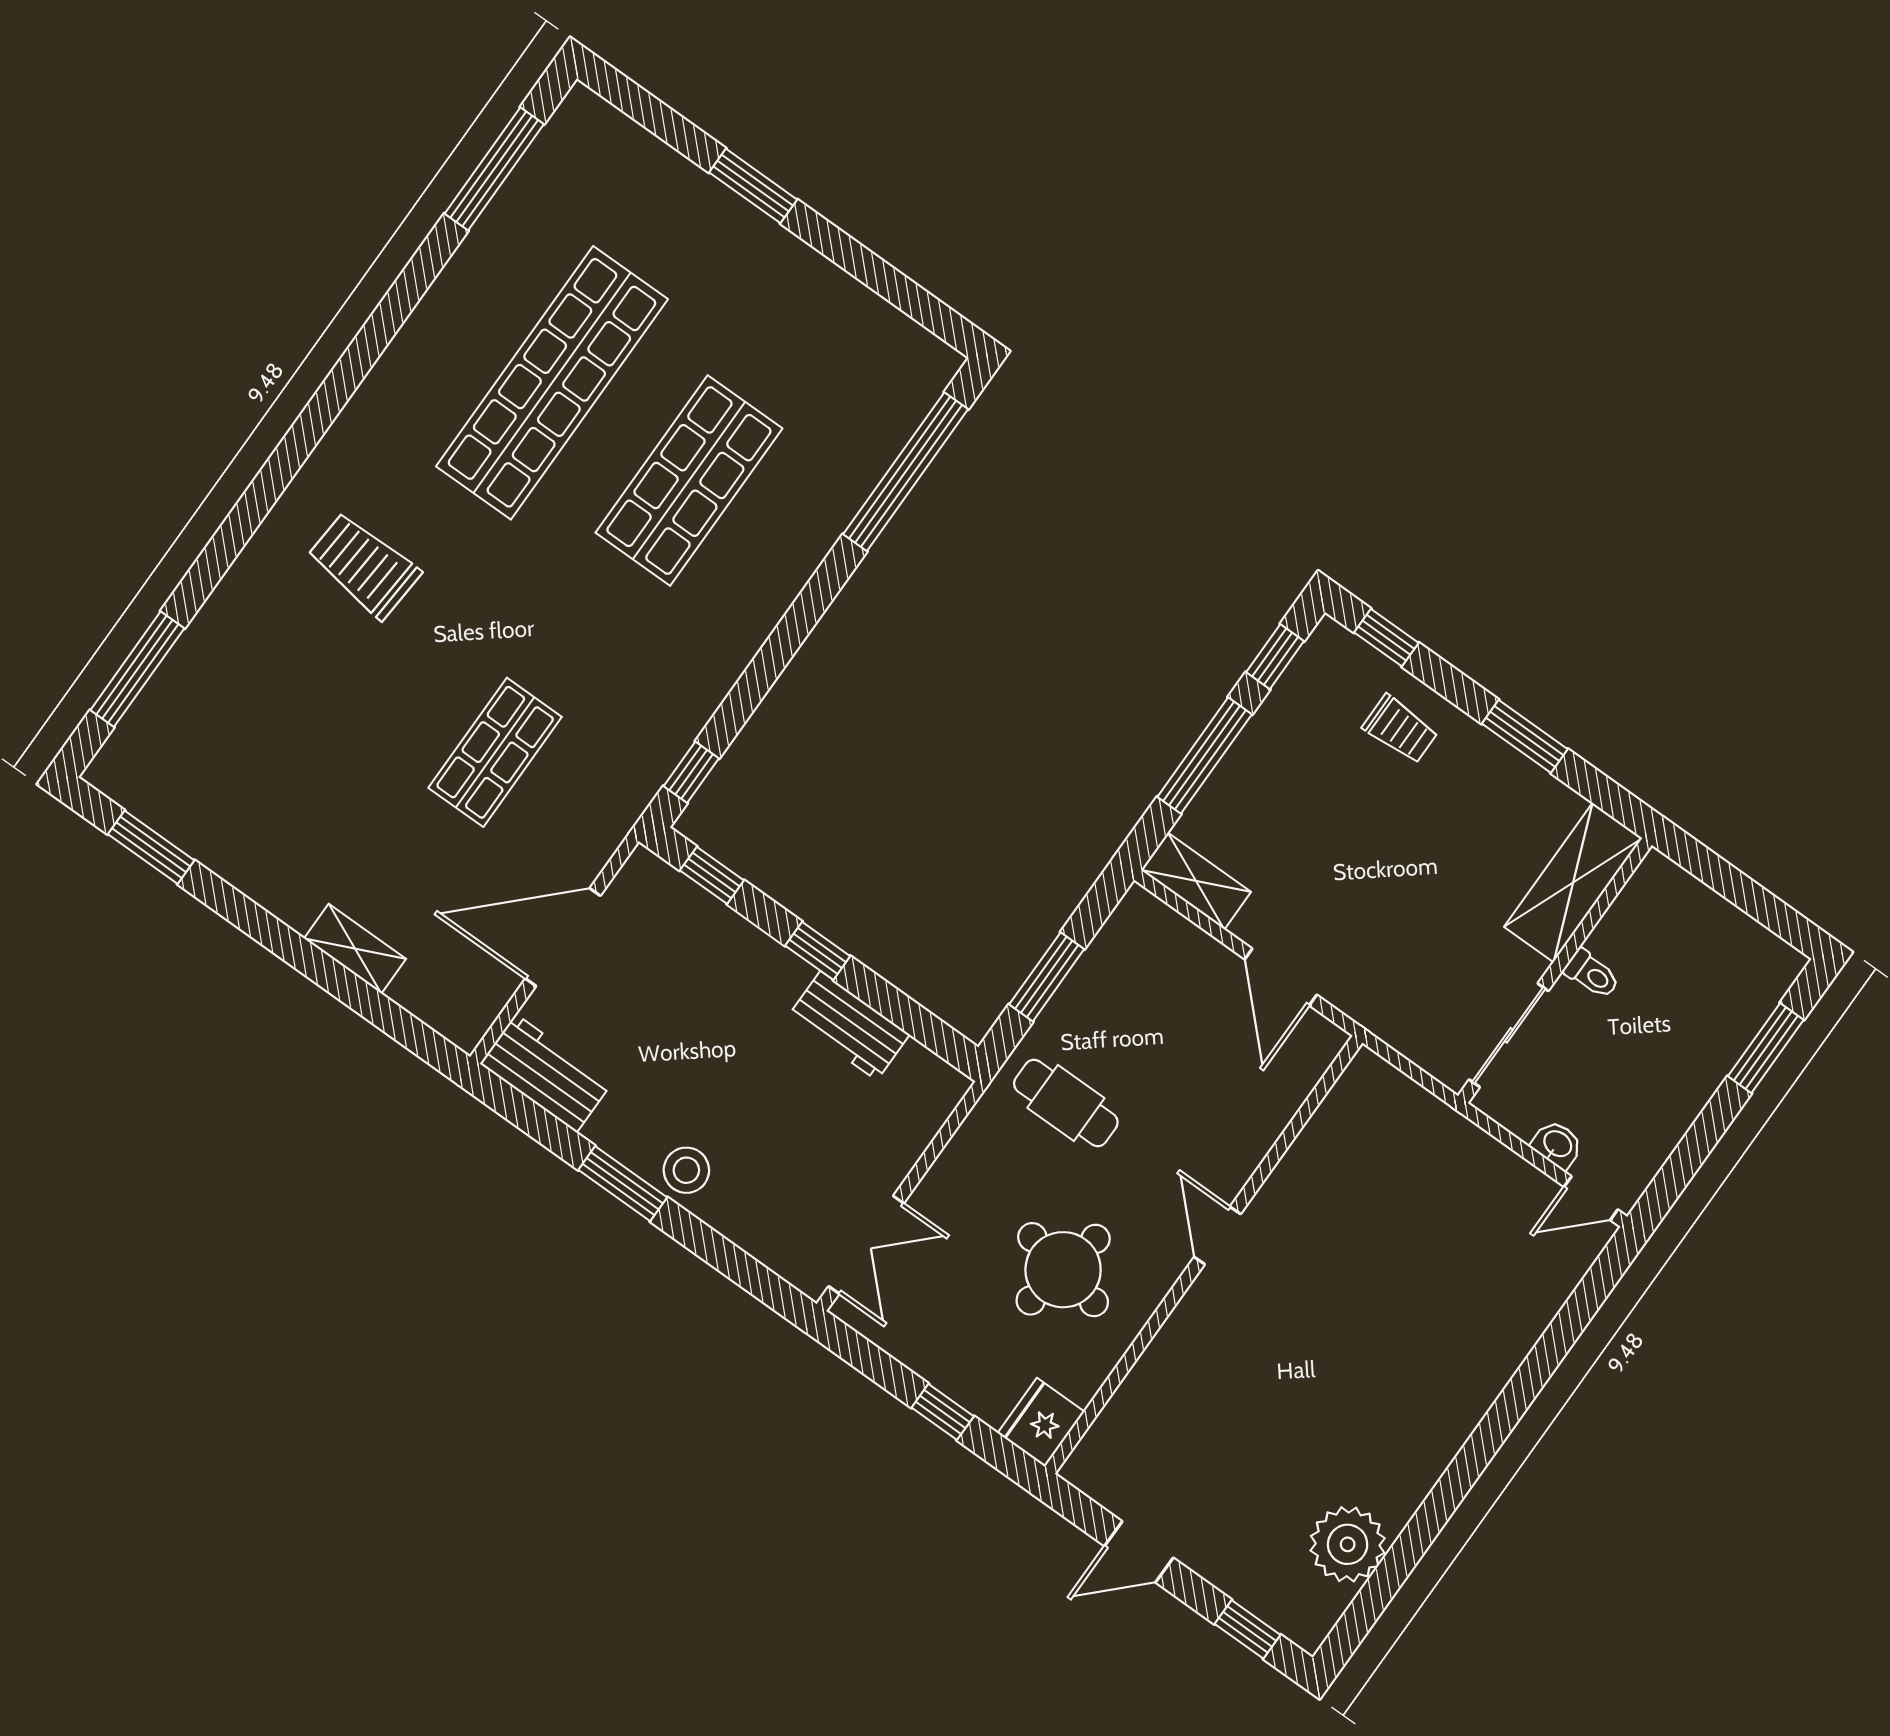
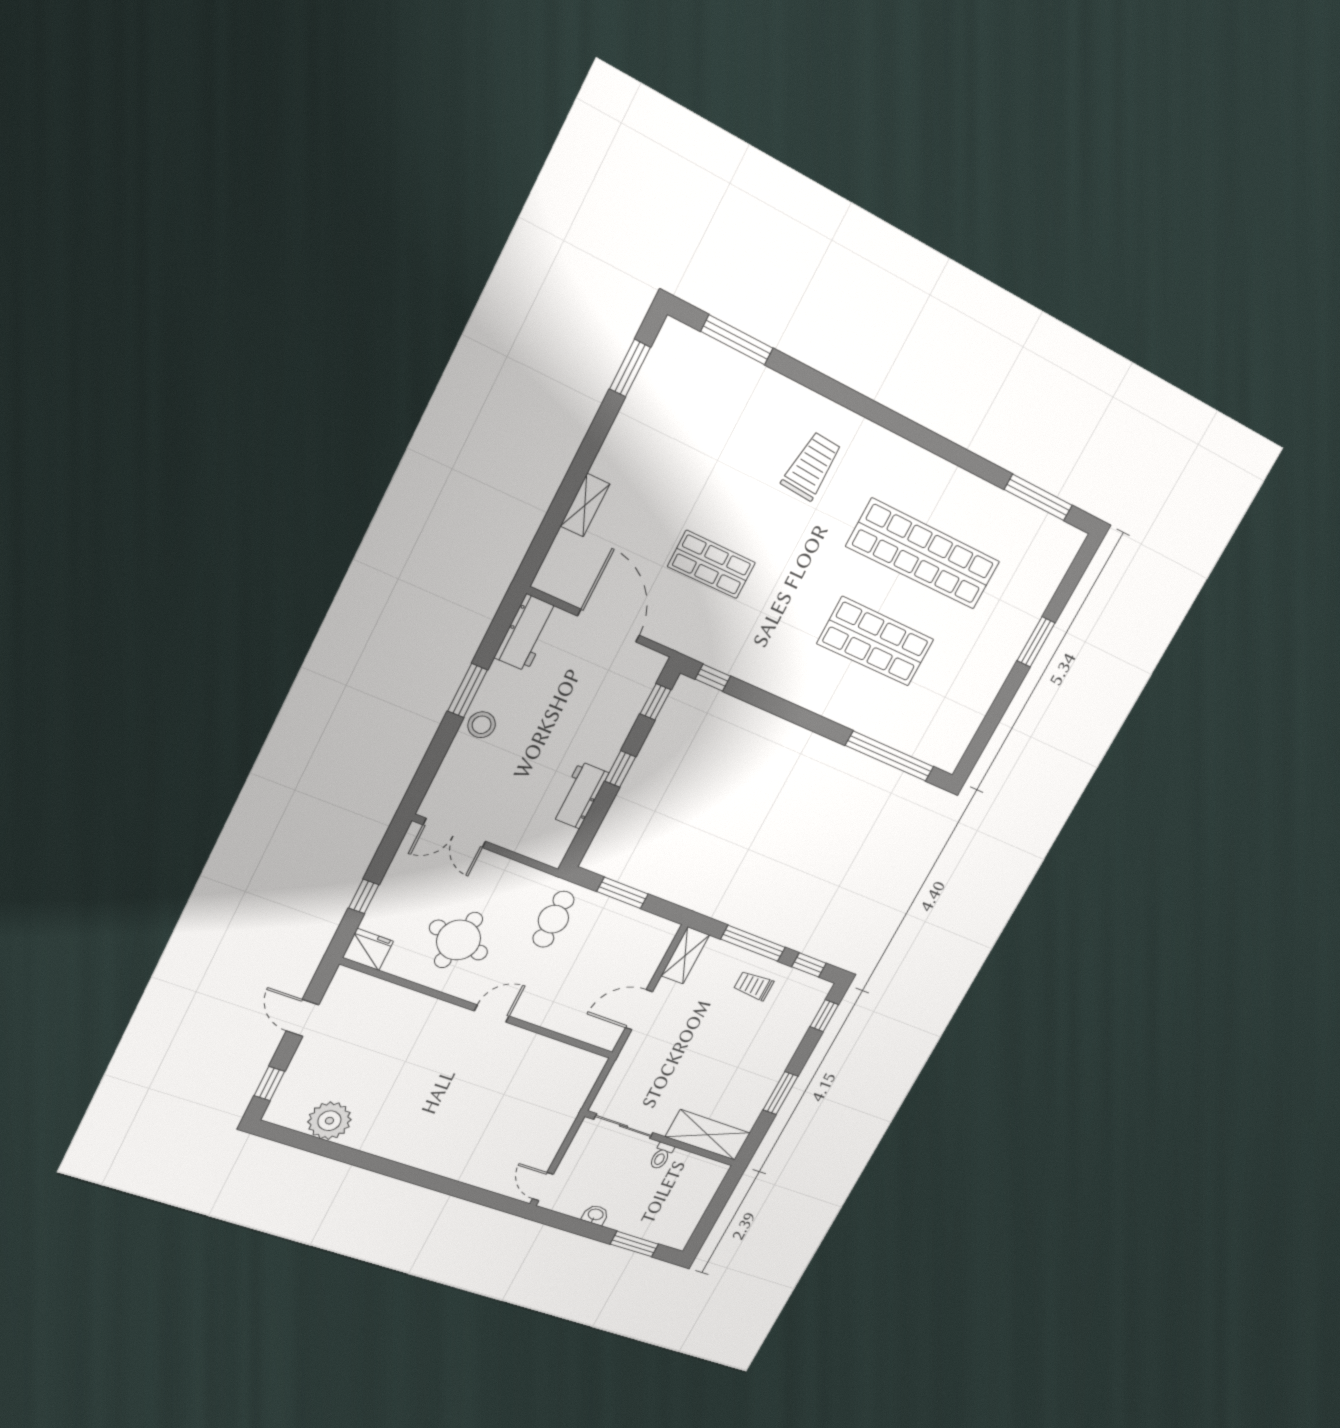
trolley: (1400, 729) -> (754, 986), moved, turned 90
washbasin: (1557, 1145) -> (595, 1215), moved, turned -90

